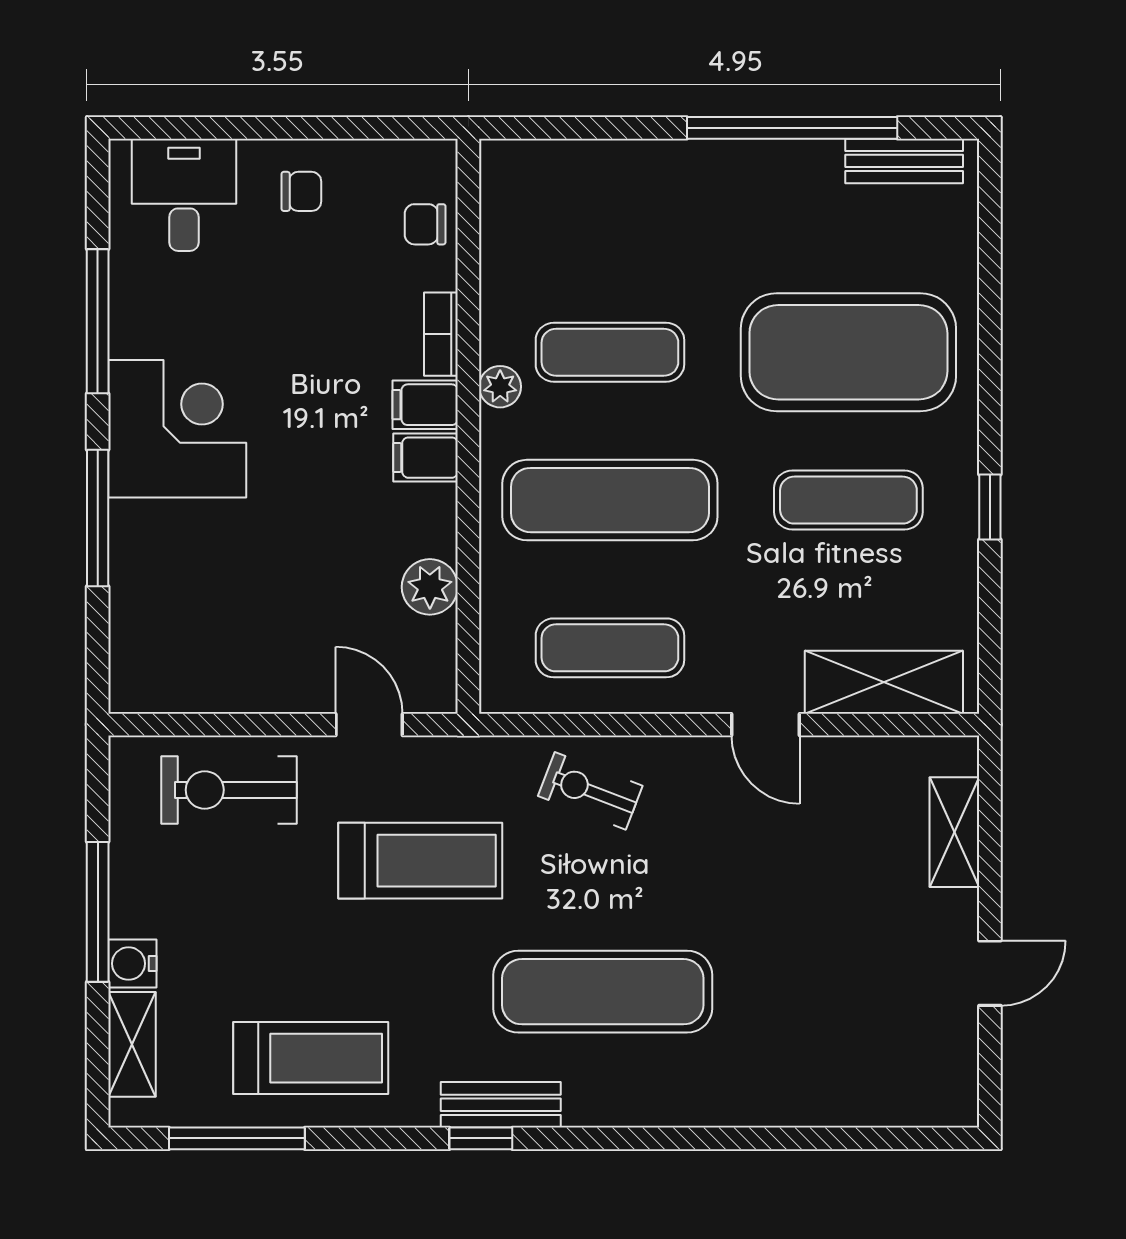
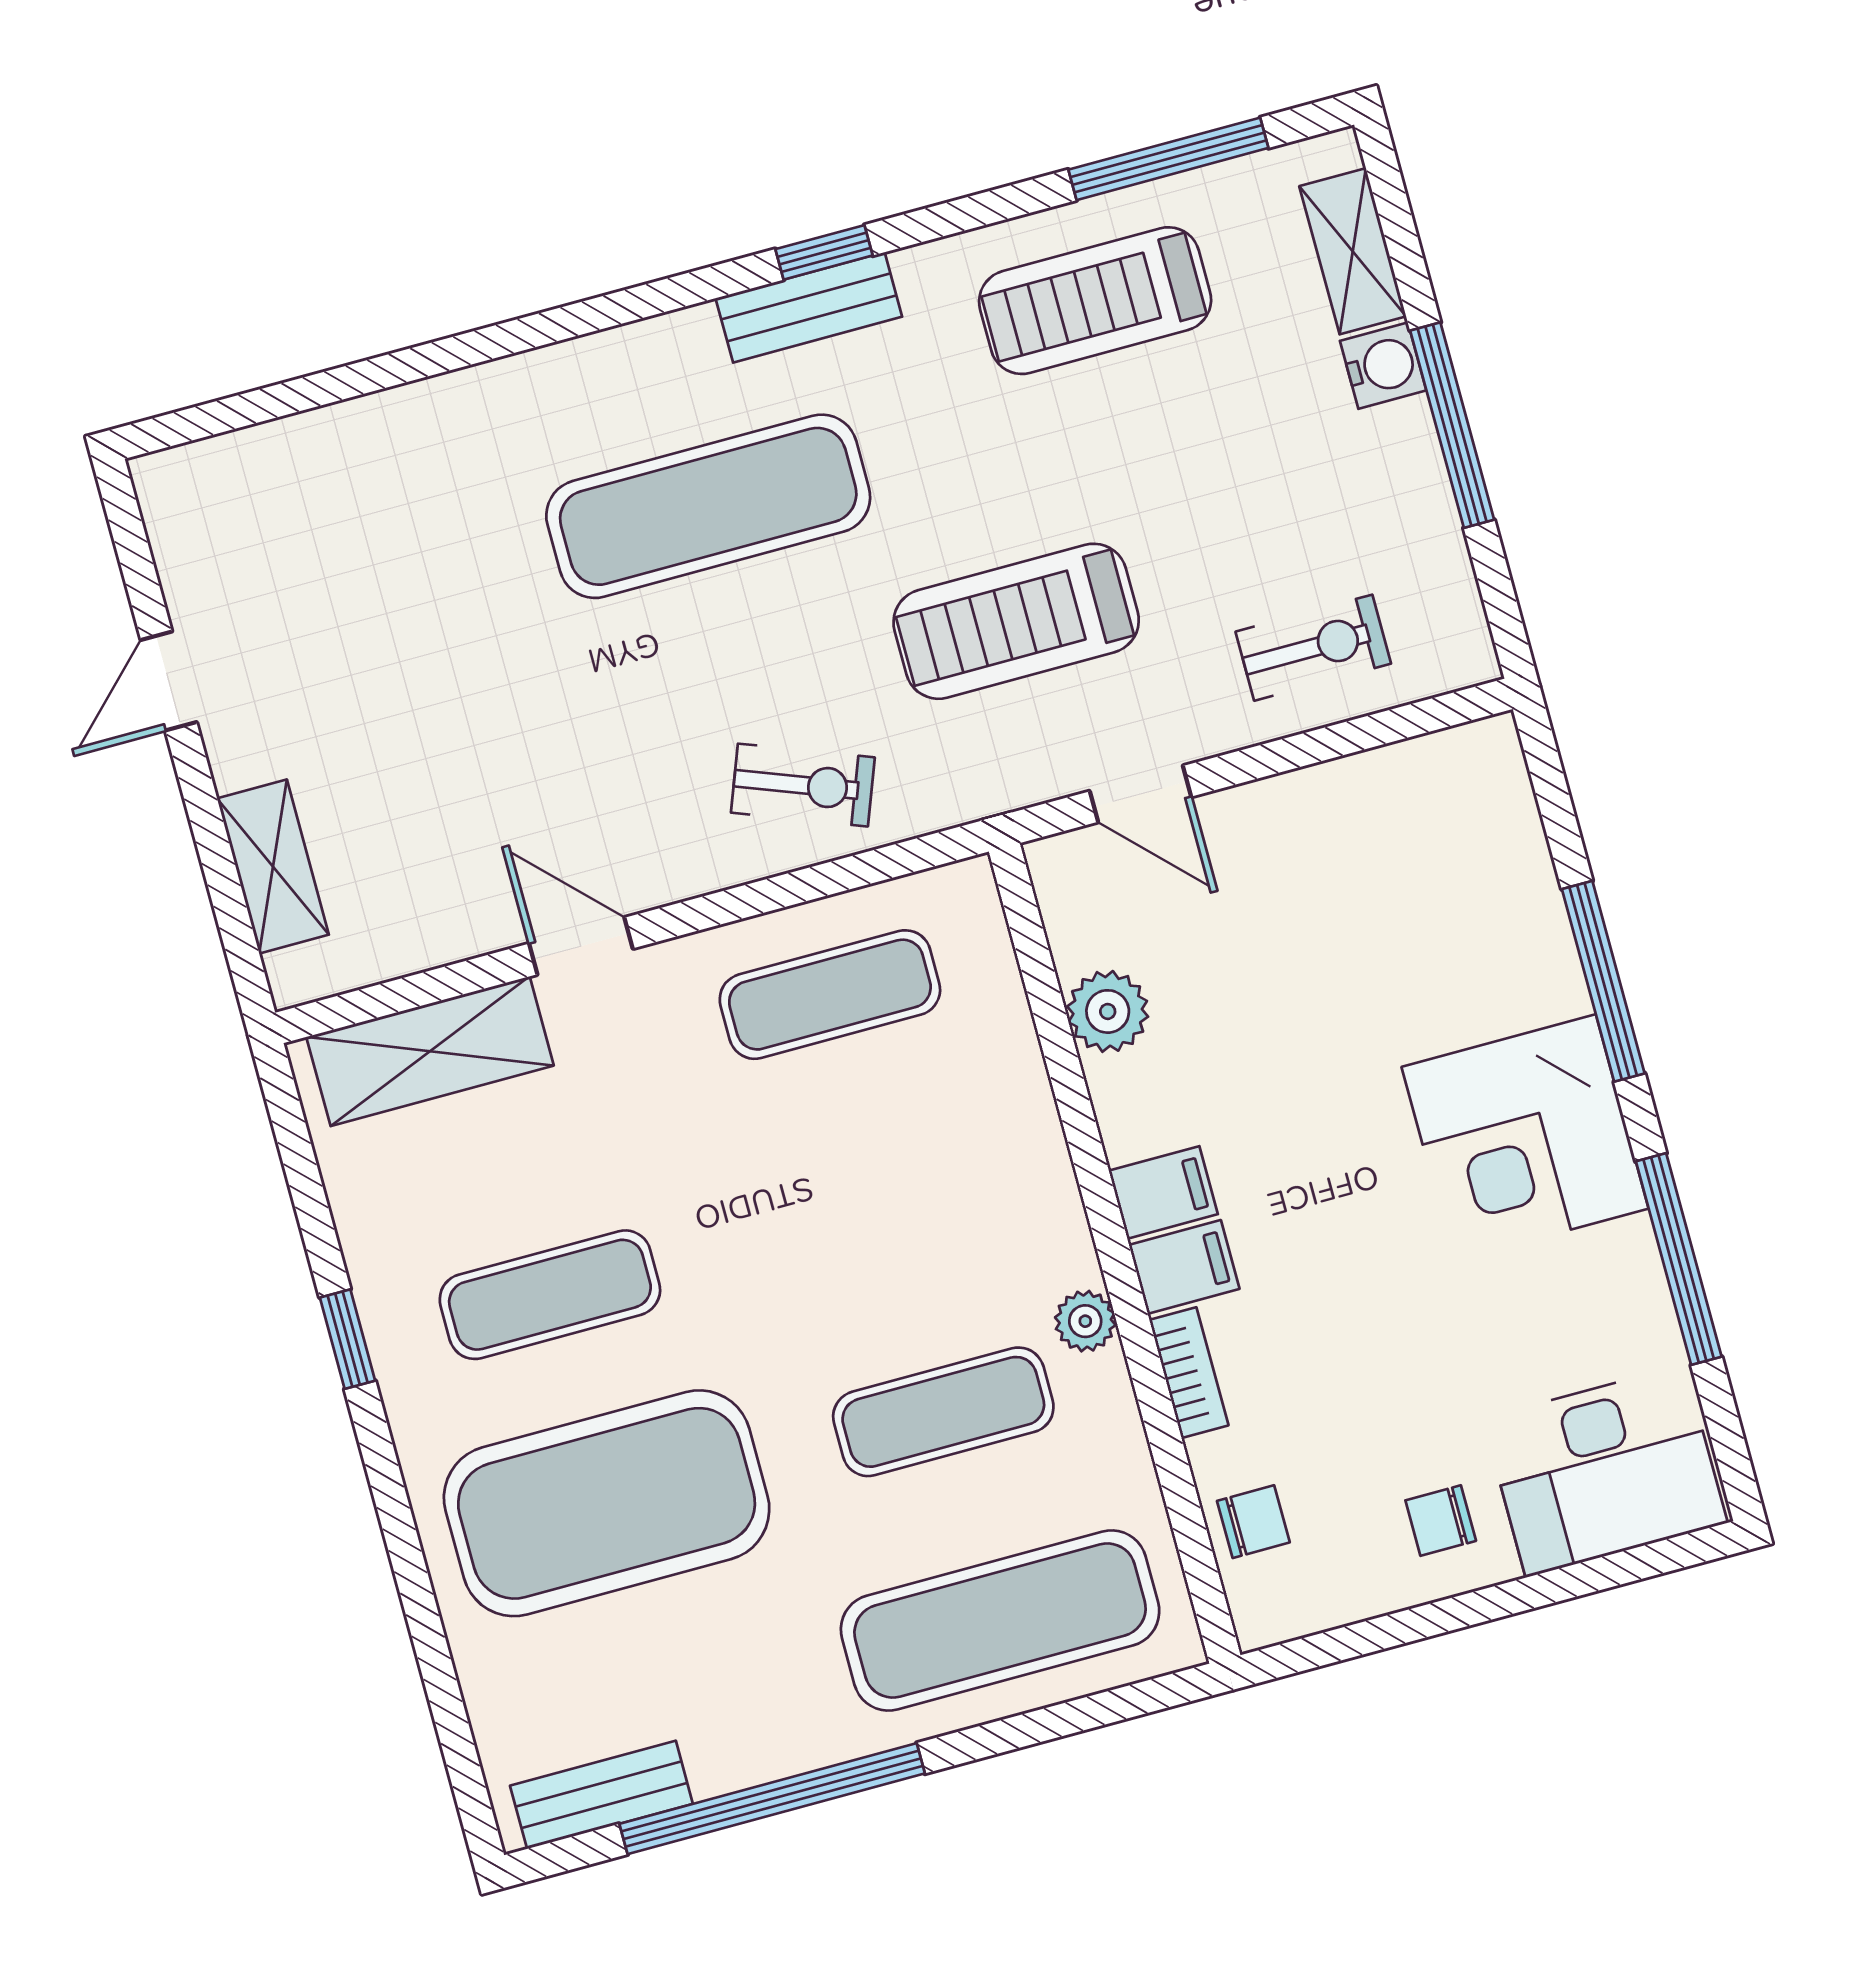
desk: (184, 195) -> (1605, 1471), width x1.37
exercise mat: (610, 500) -> (1000, 1620), moved
exercise bike: (229, 790) -> (1313, 648), width x0.73, depth x0.72

